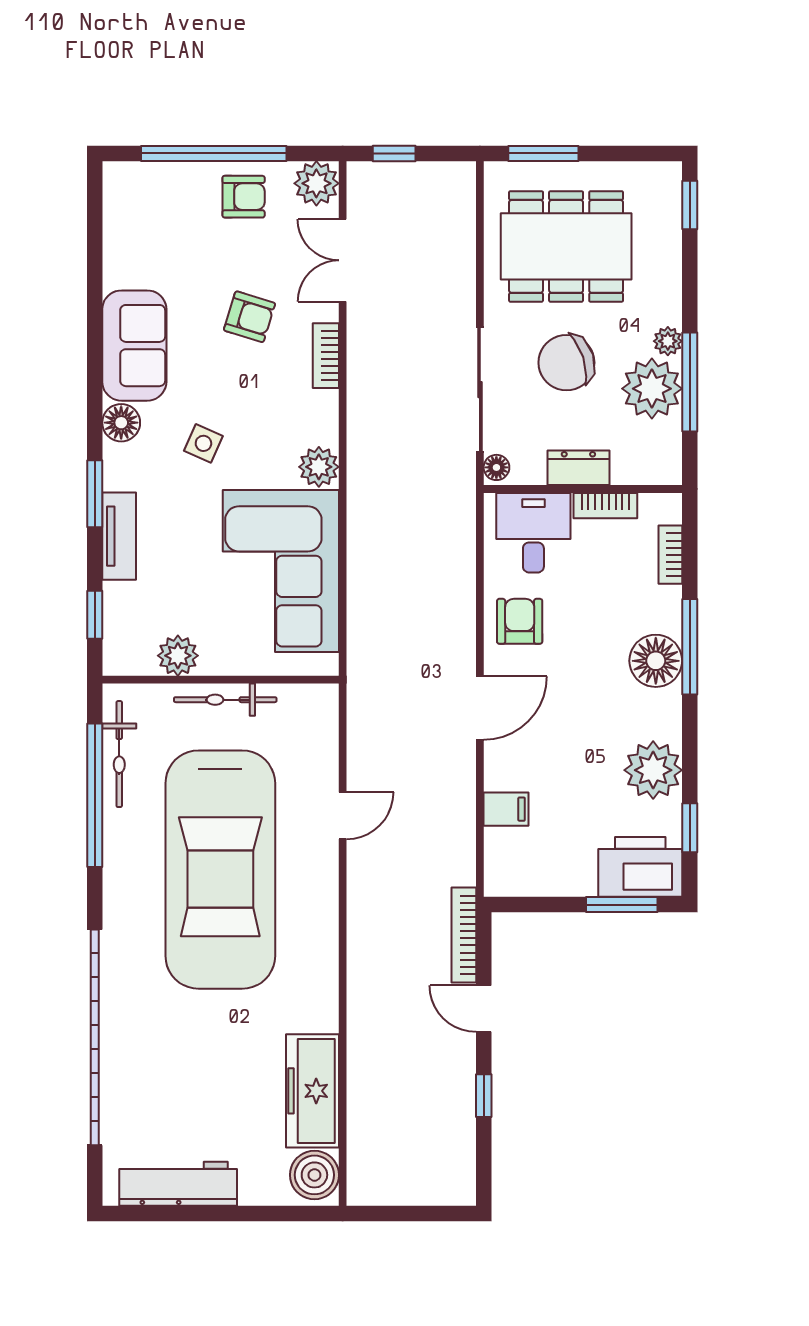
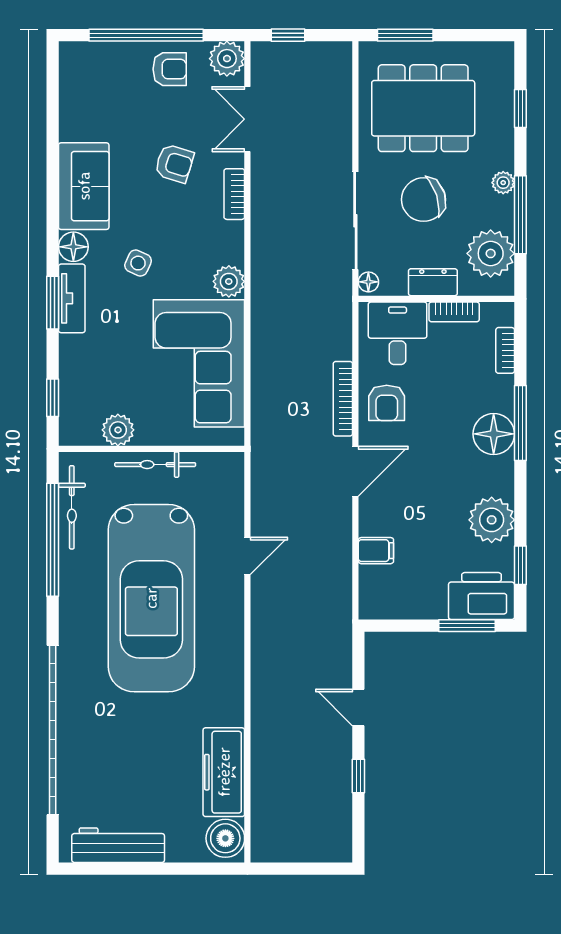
window: (690, 205) -> (520, 108), moved
plant: (652, 389) -> (491, 253), moved
tv unit: (119, 536) -> (72, 298), moved
armchair: (520, 621) -> (387, 403), turned 180
bookcase: (464, 935) -> (343, 399), moved

